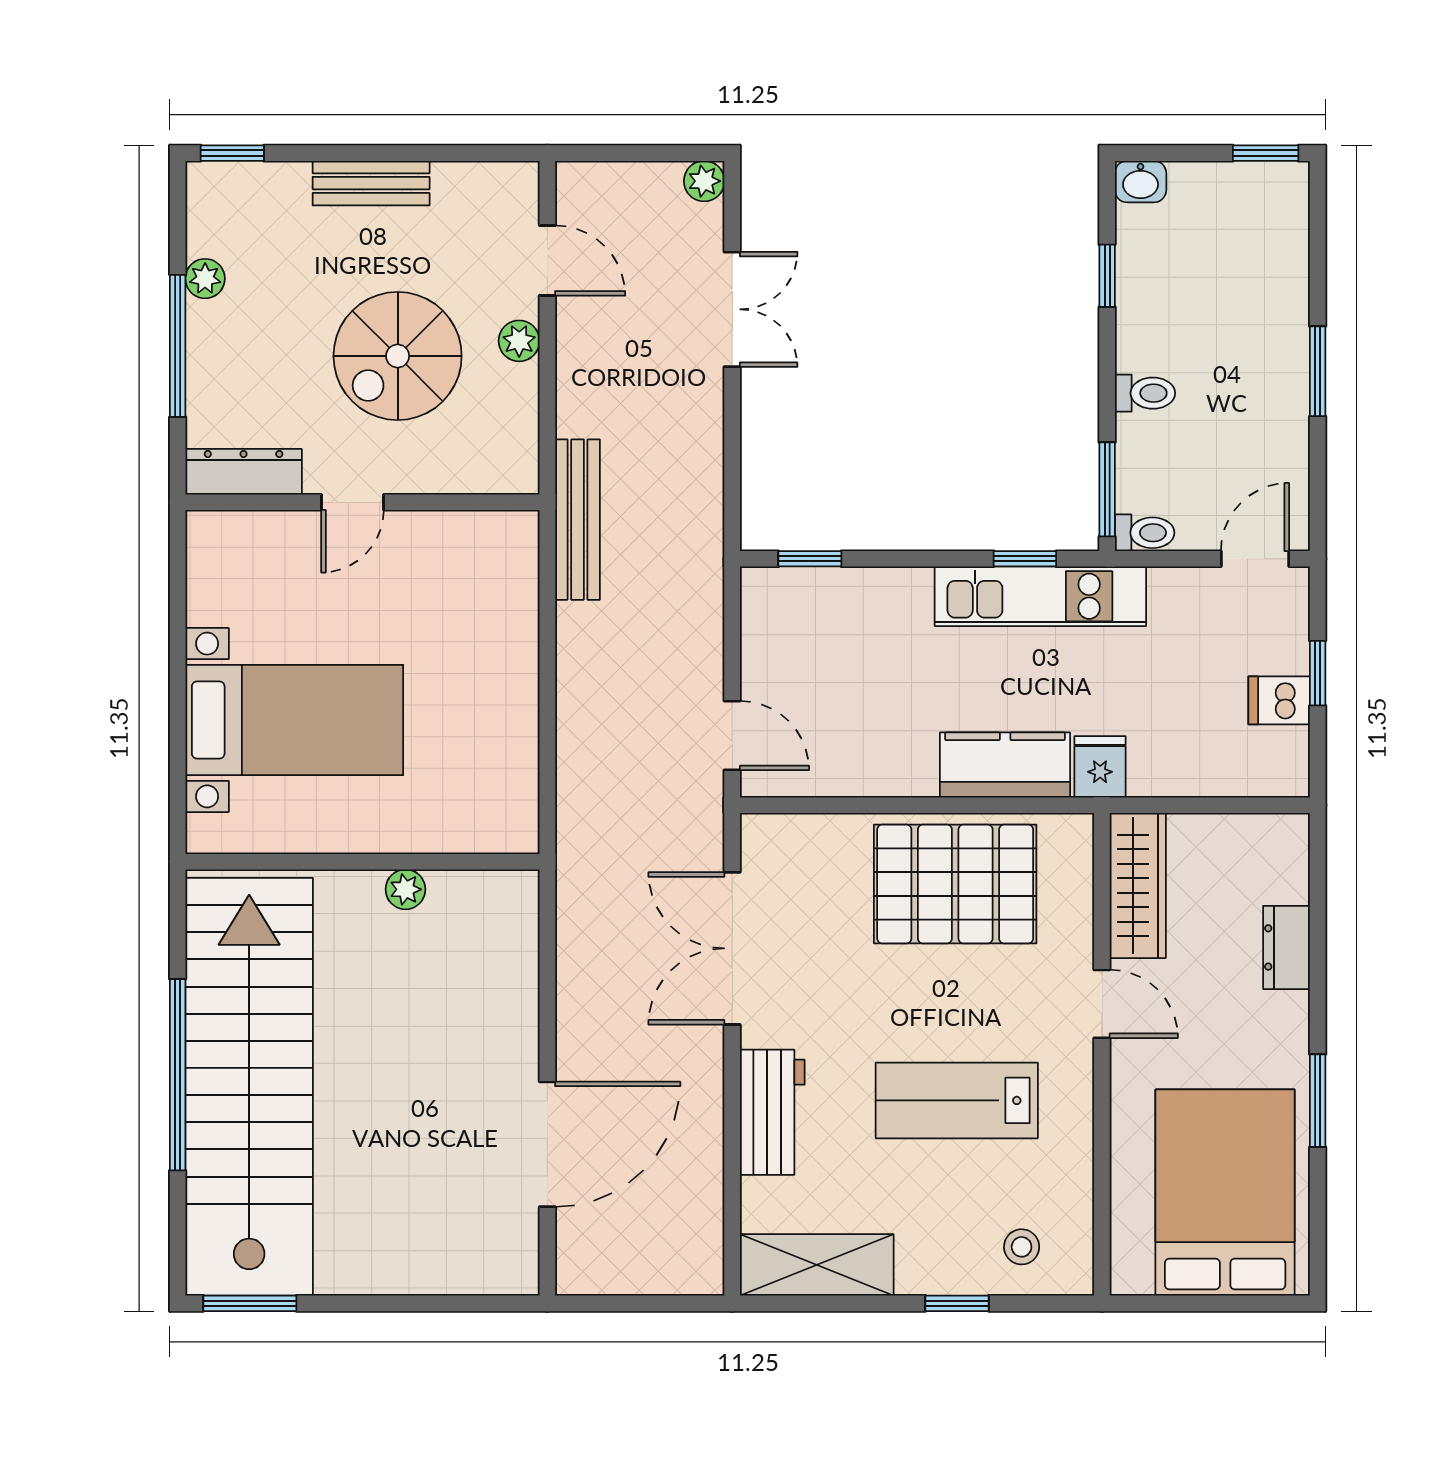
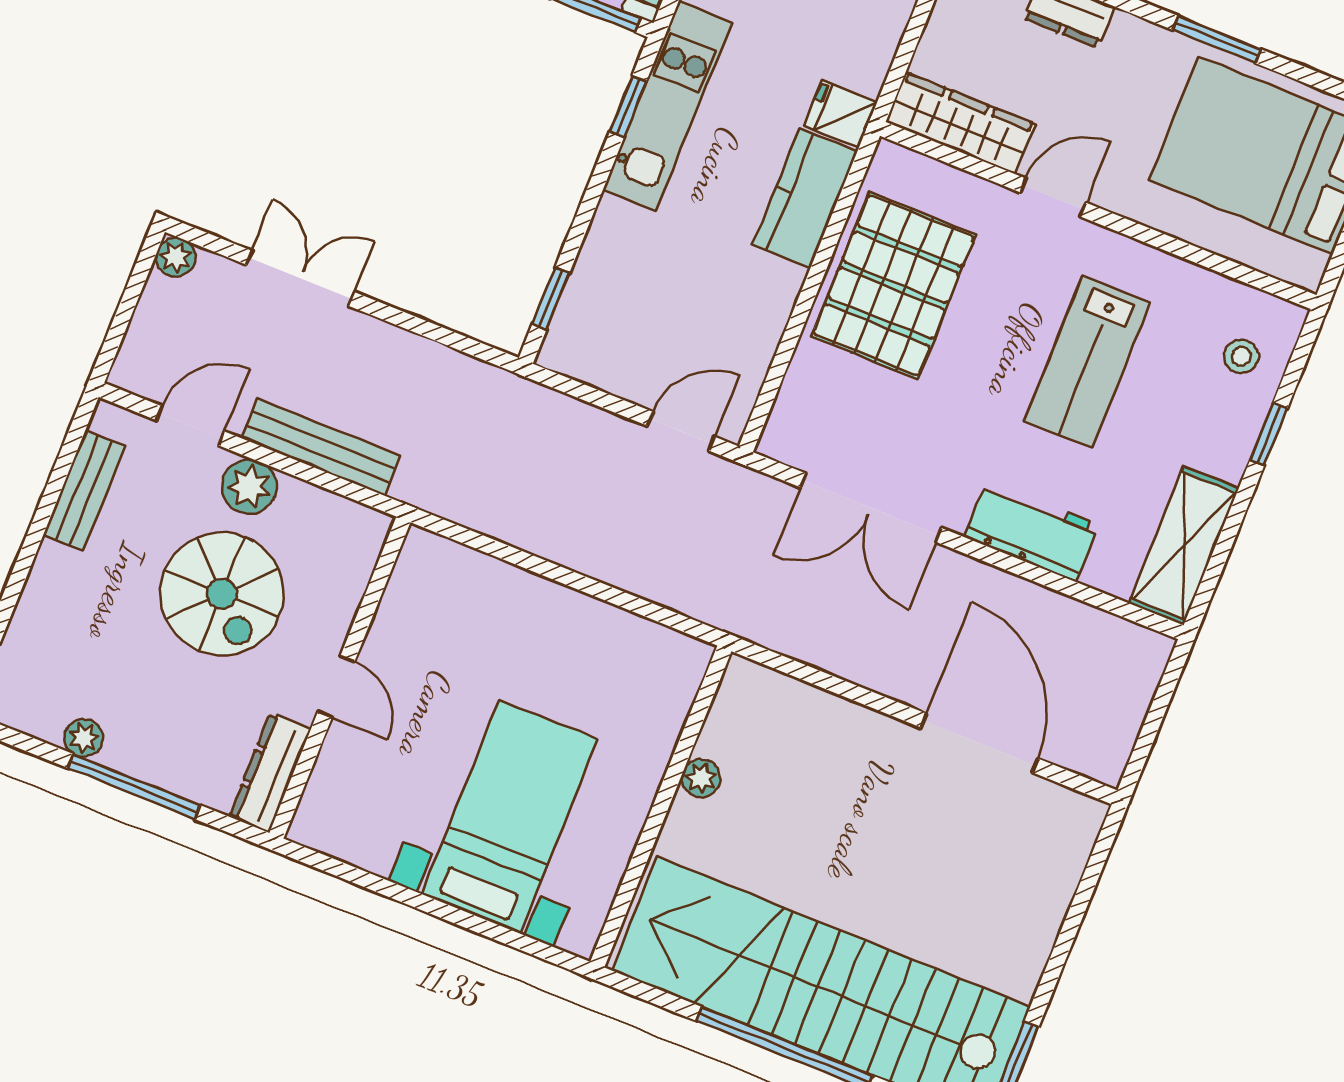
bench: (371, 183) -> (84, 490), moved
plant: (519, 341) -> (249, 487), width x1.38, depth x1.38
bench: (577, 520) -> (321, 447), moved

